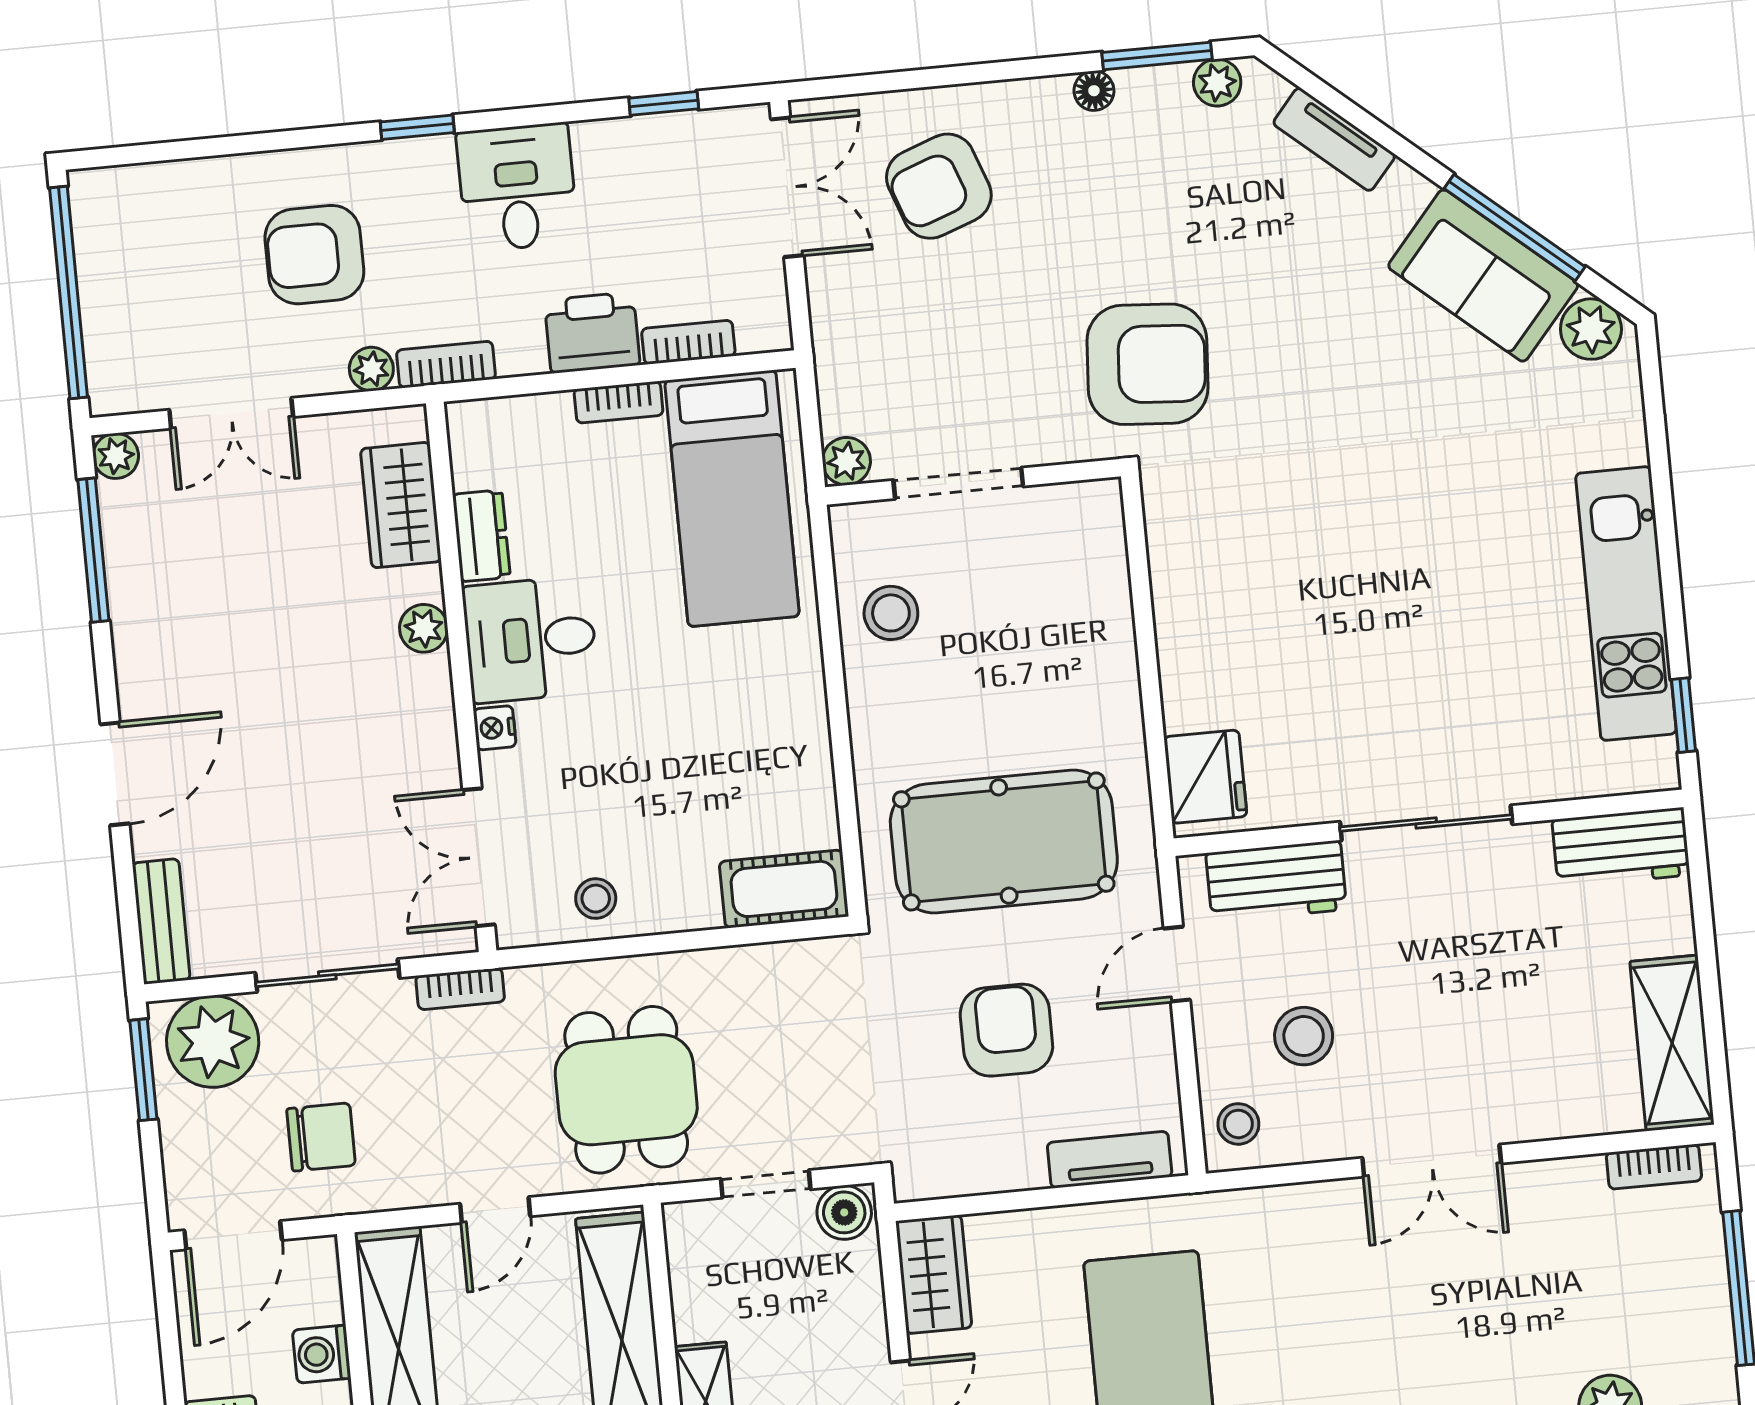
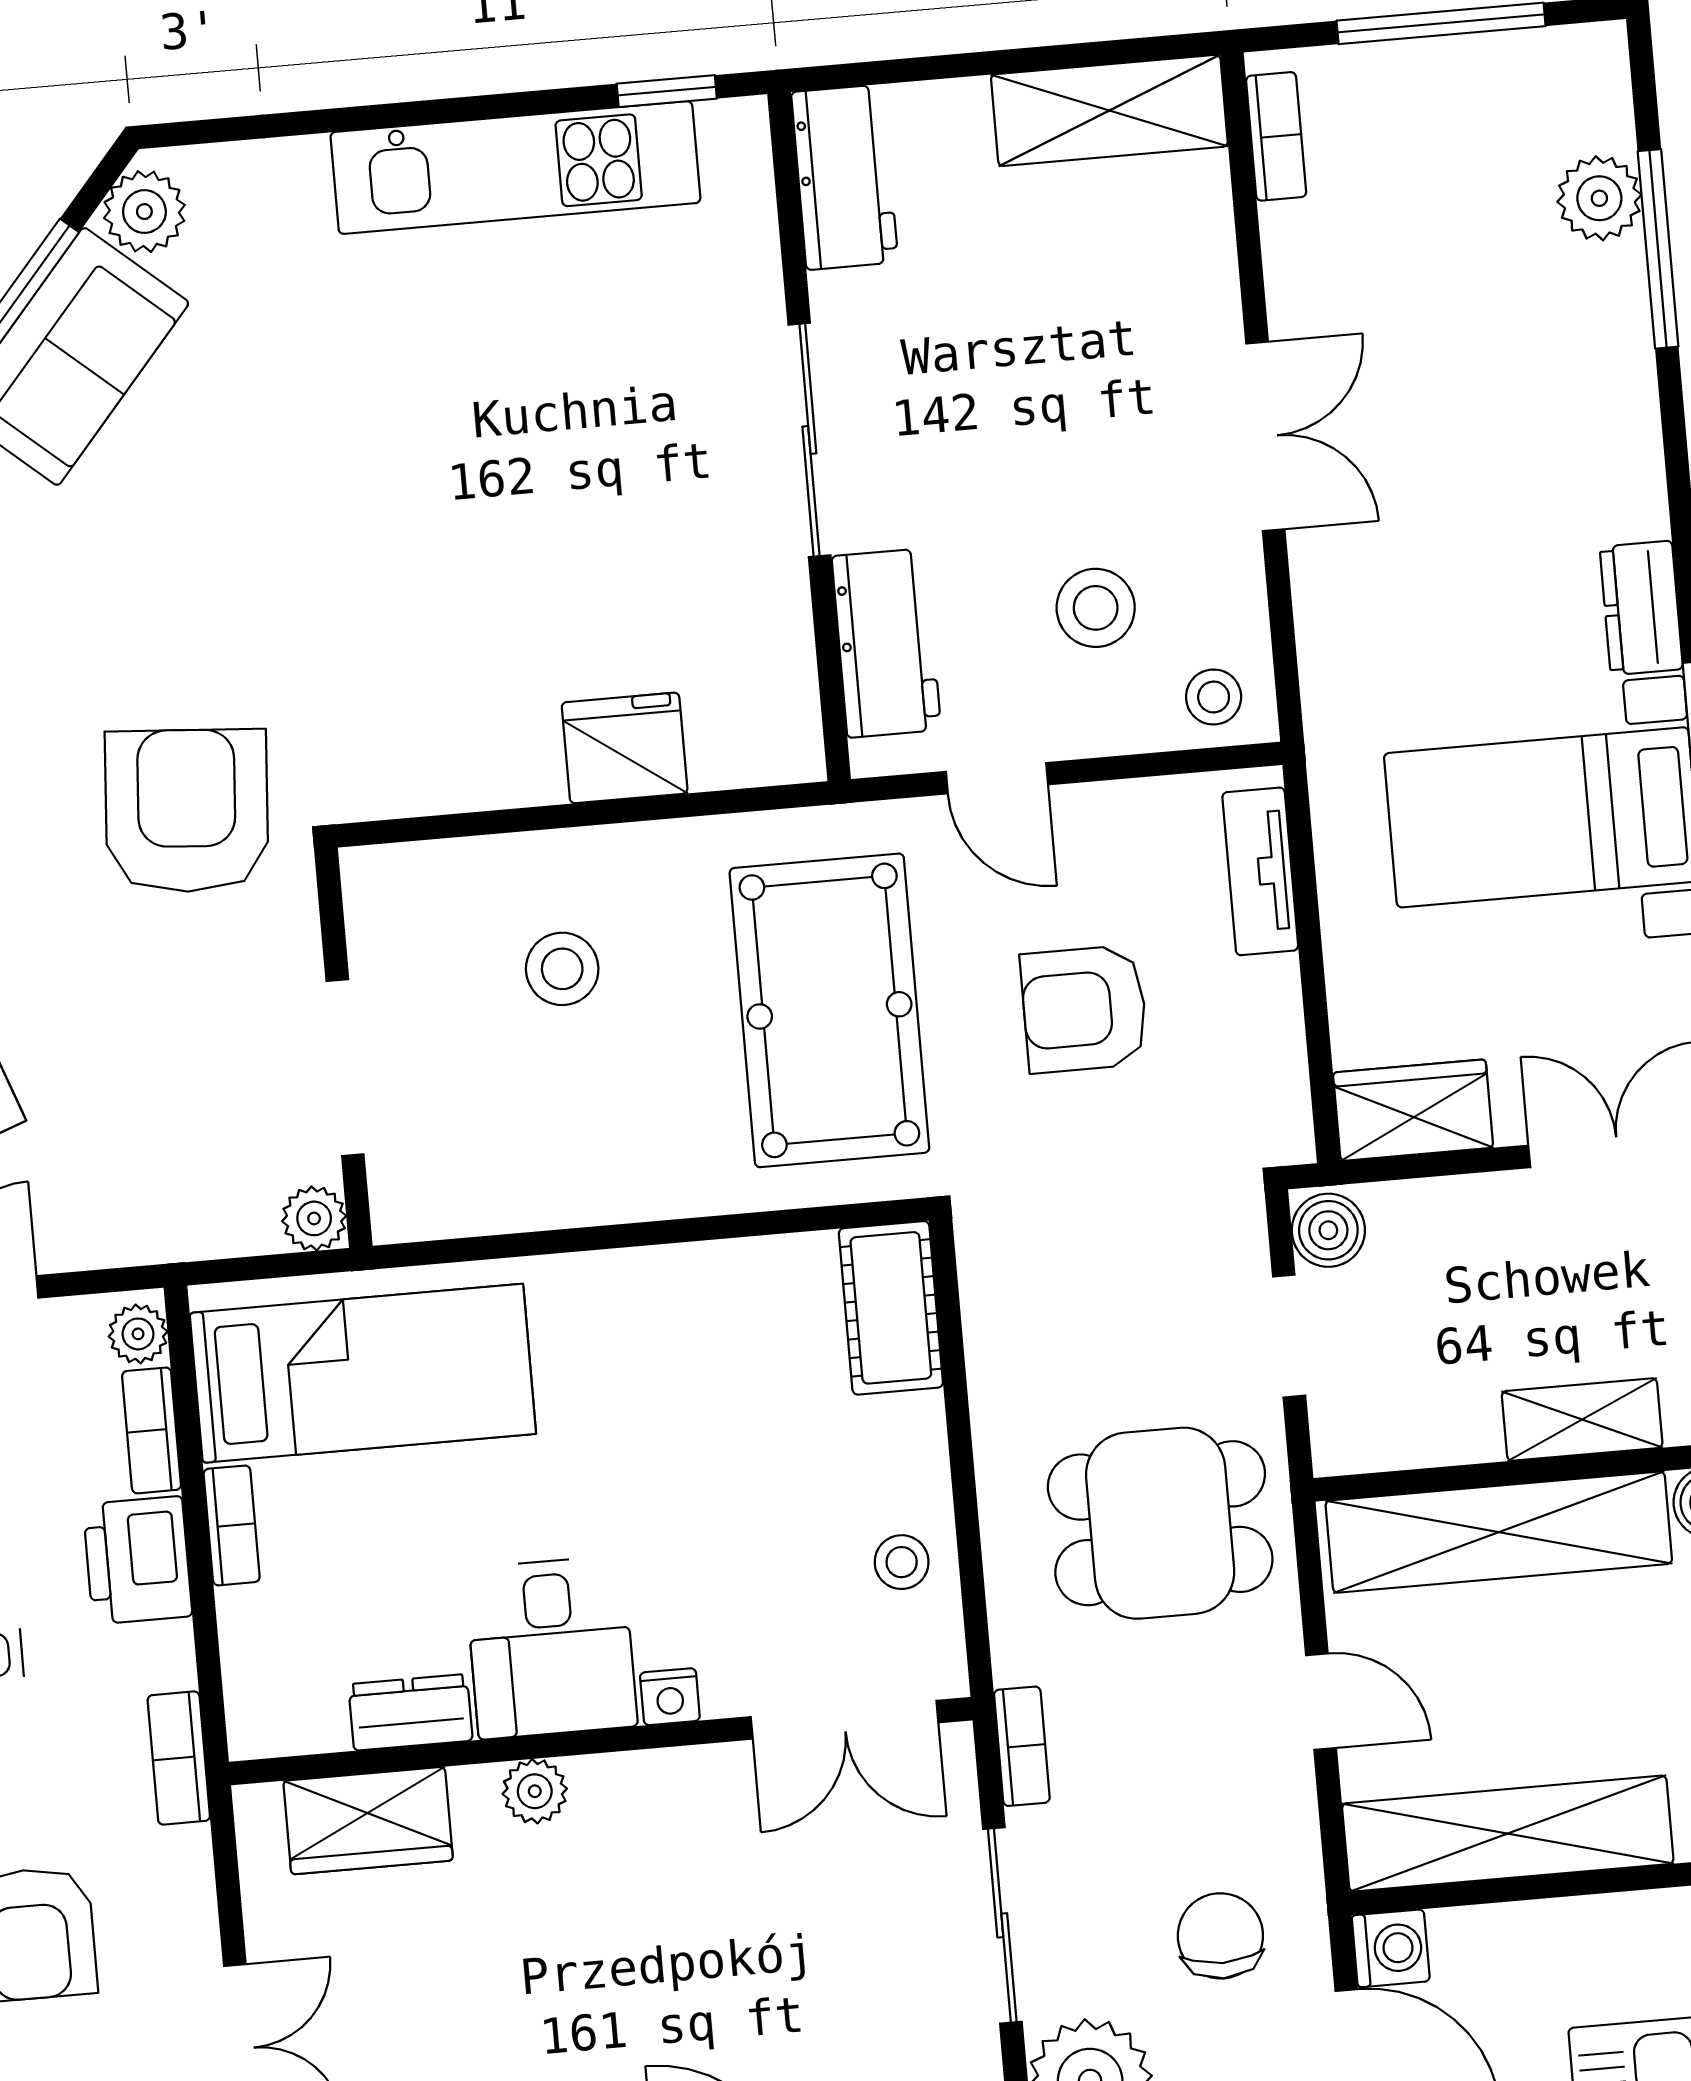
plant: (371, 369) -> (138, 1334), moved
stool: (891, 613) -> (562, 969), moved
fridge: (1205, 777) -> (625, 748), moved
washing machine: (322, 1354) -> (1391, 1948), moved, turned -90

